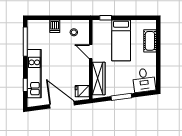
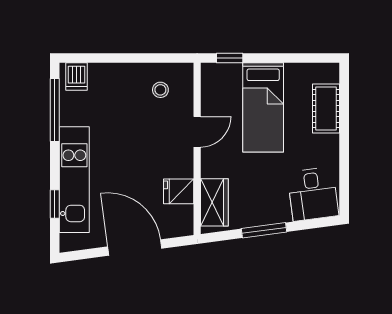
dishwasher: (55, 26) -> (76, 77), moved
door: (91, 52) -> (197, 132), swing flipped
wardrobe: (99, 79) -> (214, 202), width x0.67
fridge: (82, 91) -> (179, 191), moved

